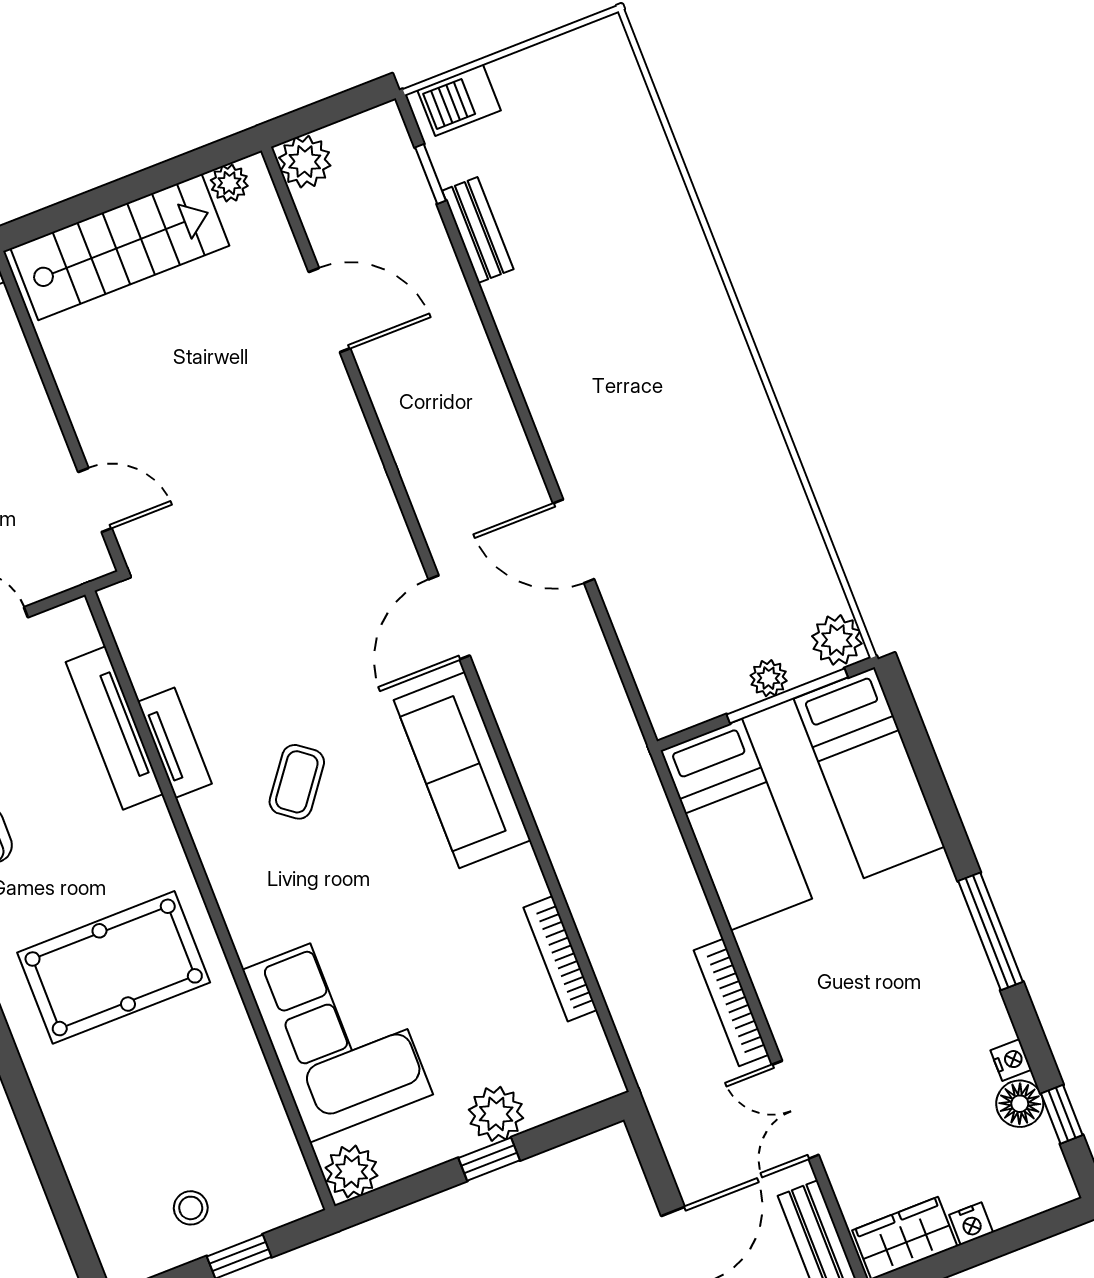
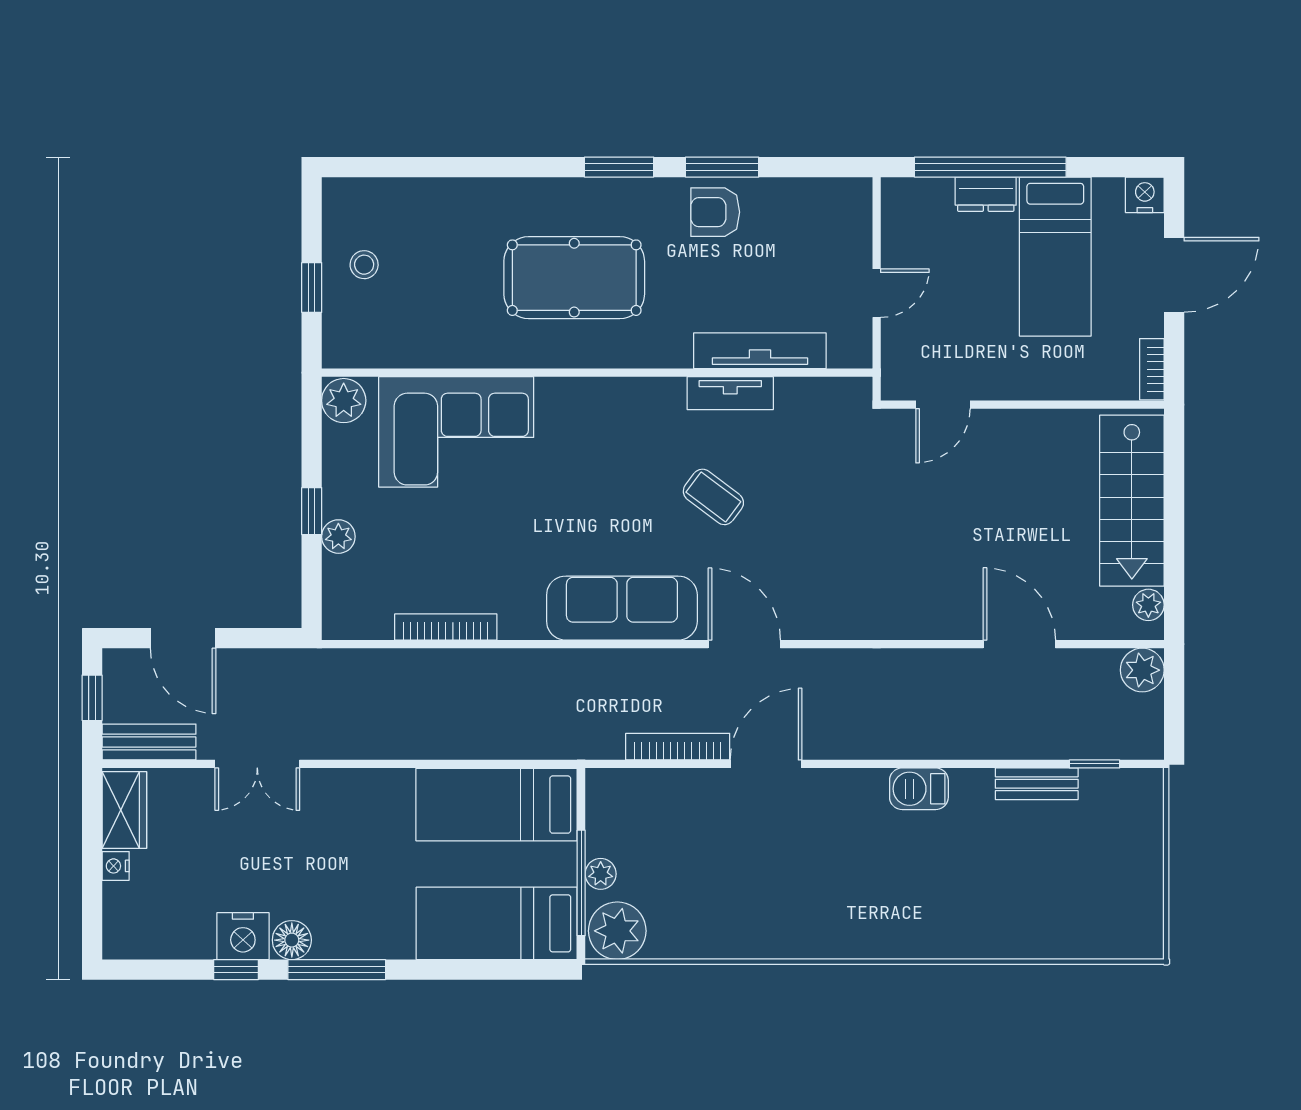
barbecue: (459, 100) -> (919, 789), moved, turned -90
door: (329, 310) -> (1019, 644), swing flipped
plant: (837, 640) -> (617, 931), width x1.36, depth x1.36
coffee table: (297, 782) -> (713, 497), moved
pool table: (114, 967) -> (574, 278), turned 90
bookcase: (731, 1003) -> (678, 747), moved
nightstand: (1011, 1060) -> (243, 936), width x1.89, depth x1.79
floor lamp: (1020, 1104) -> (292, 940), moved
double door: (795, 1110) -> (257, 764), swing flipped
plant: (496, 1114) -> (338, 537), width x0.73, depth x0.73
window: (1062, 1114) -> (236, 970), moved

